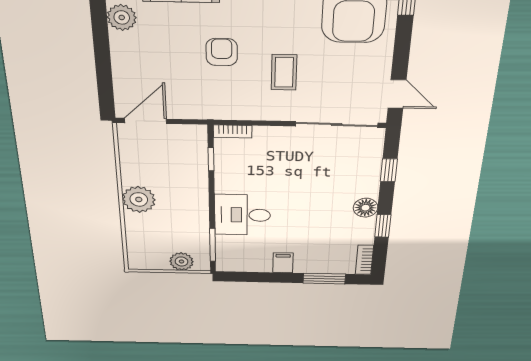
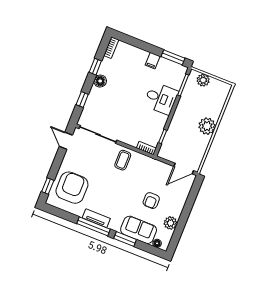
armchair: (222, 52) -> (151, 201), moved
coffee table: (284, 72) -> (123, 160), moved
window: (324, 279) -> (173, 57), moved

